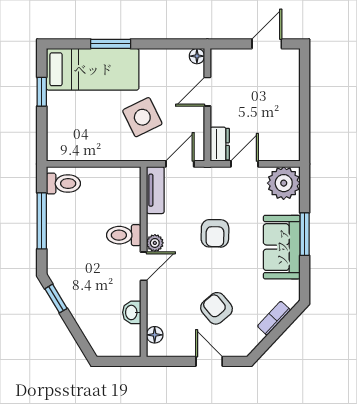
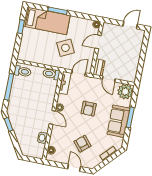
door: (244, 164) -> (109, 79), swing flipped
toilet: (124, 235) -> (51, 74), moved
door: (144, 266) -> (52, 117), hinge flipped

